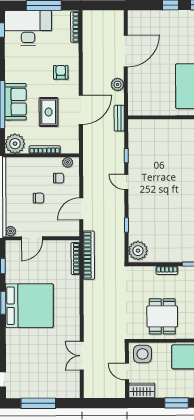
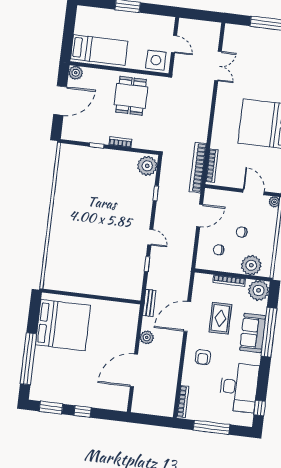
desk: (28, 28) -> (239, 387), moved, turned -90
plant: (68, 162) -> (251, 265), moved, width x1.88, depth x1.88
door: (32, 238) -> (254, 192), hinge flipped
wardrobe: (142, 390) -> (161, 23), removed

